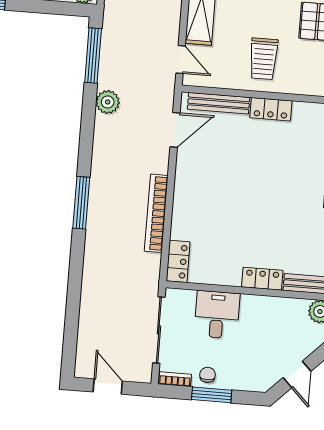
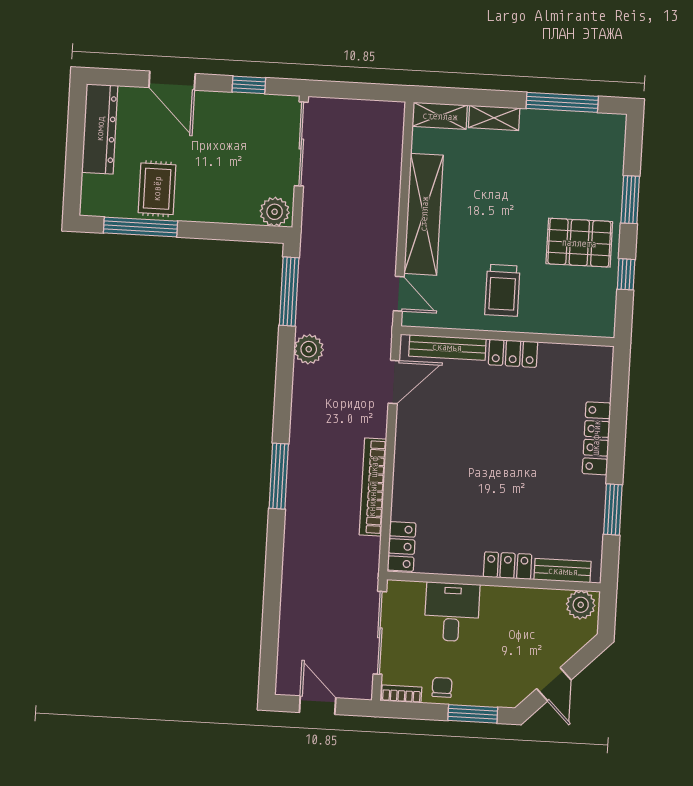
window: (212, 395) -> (473, 714), moved

